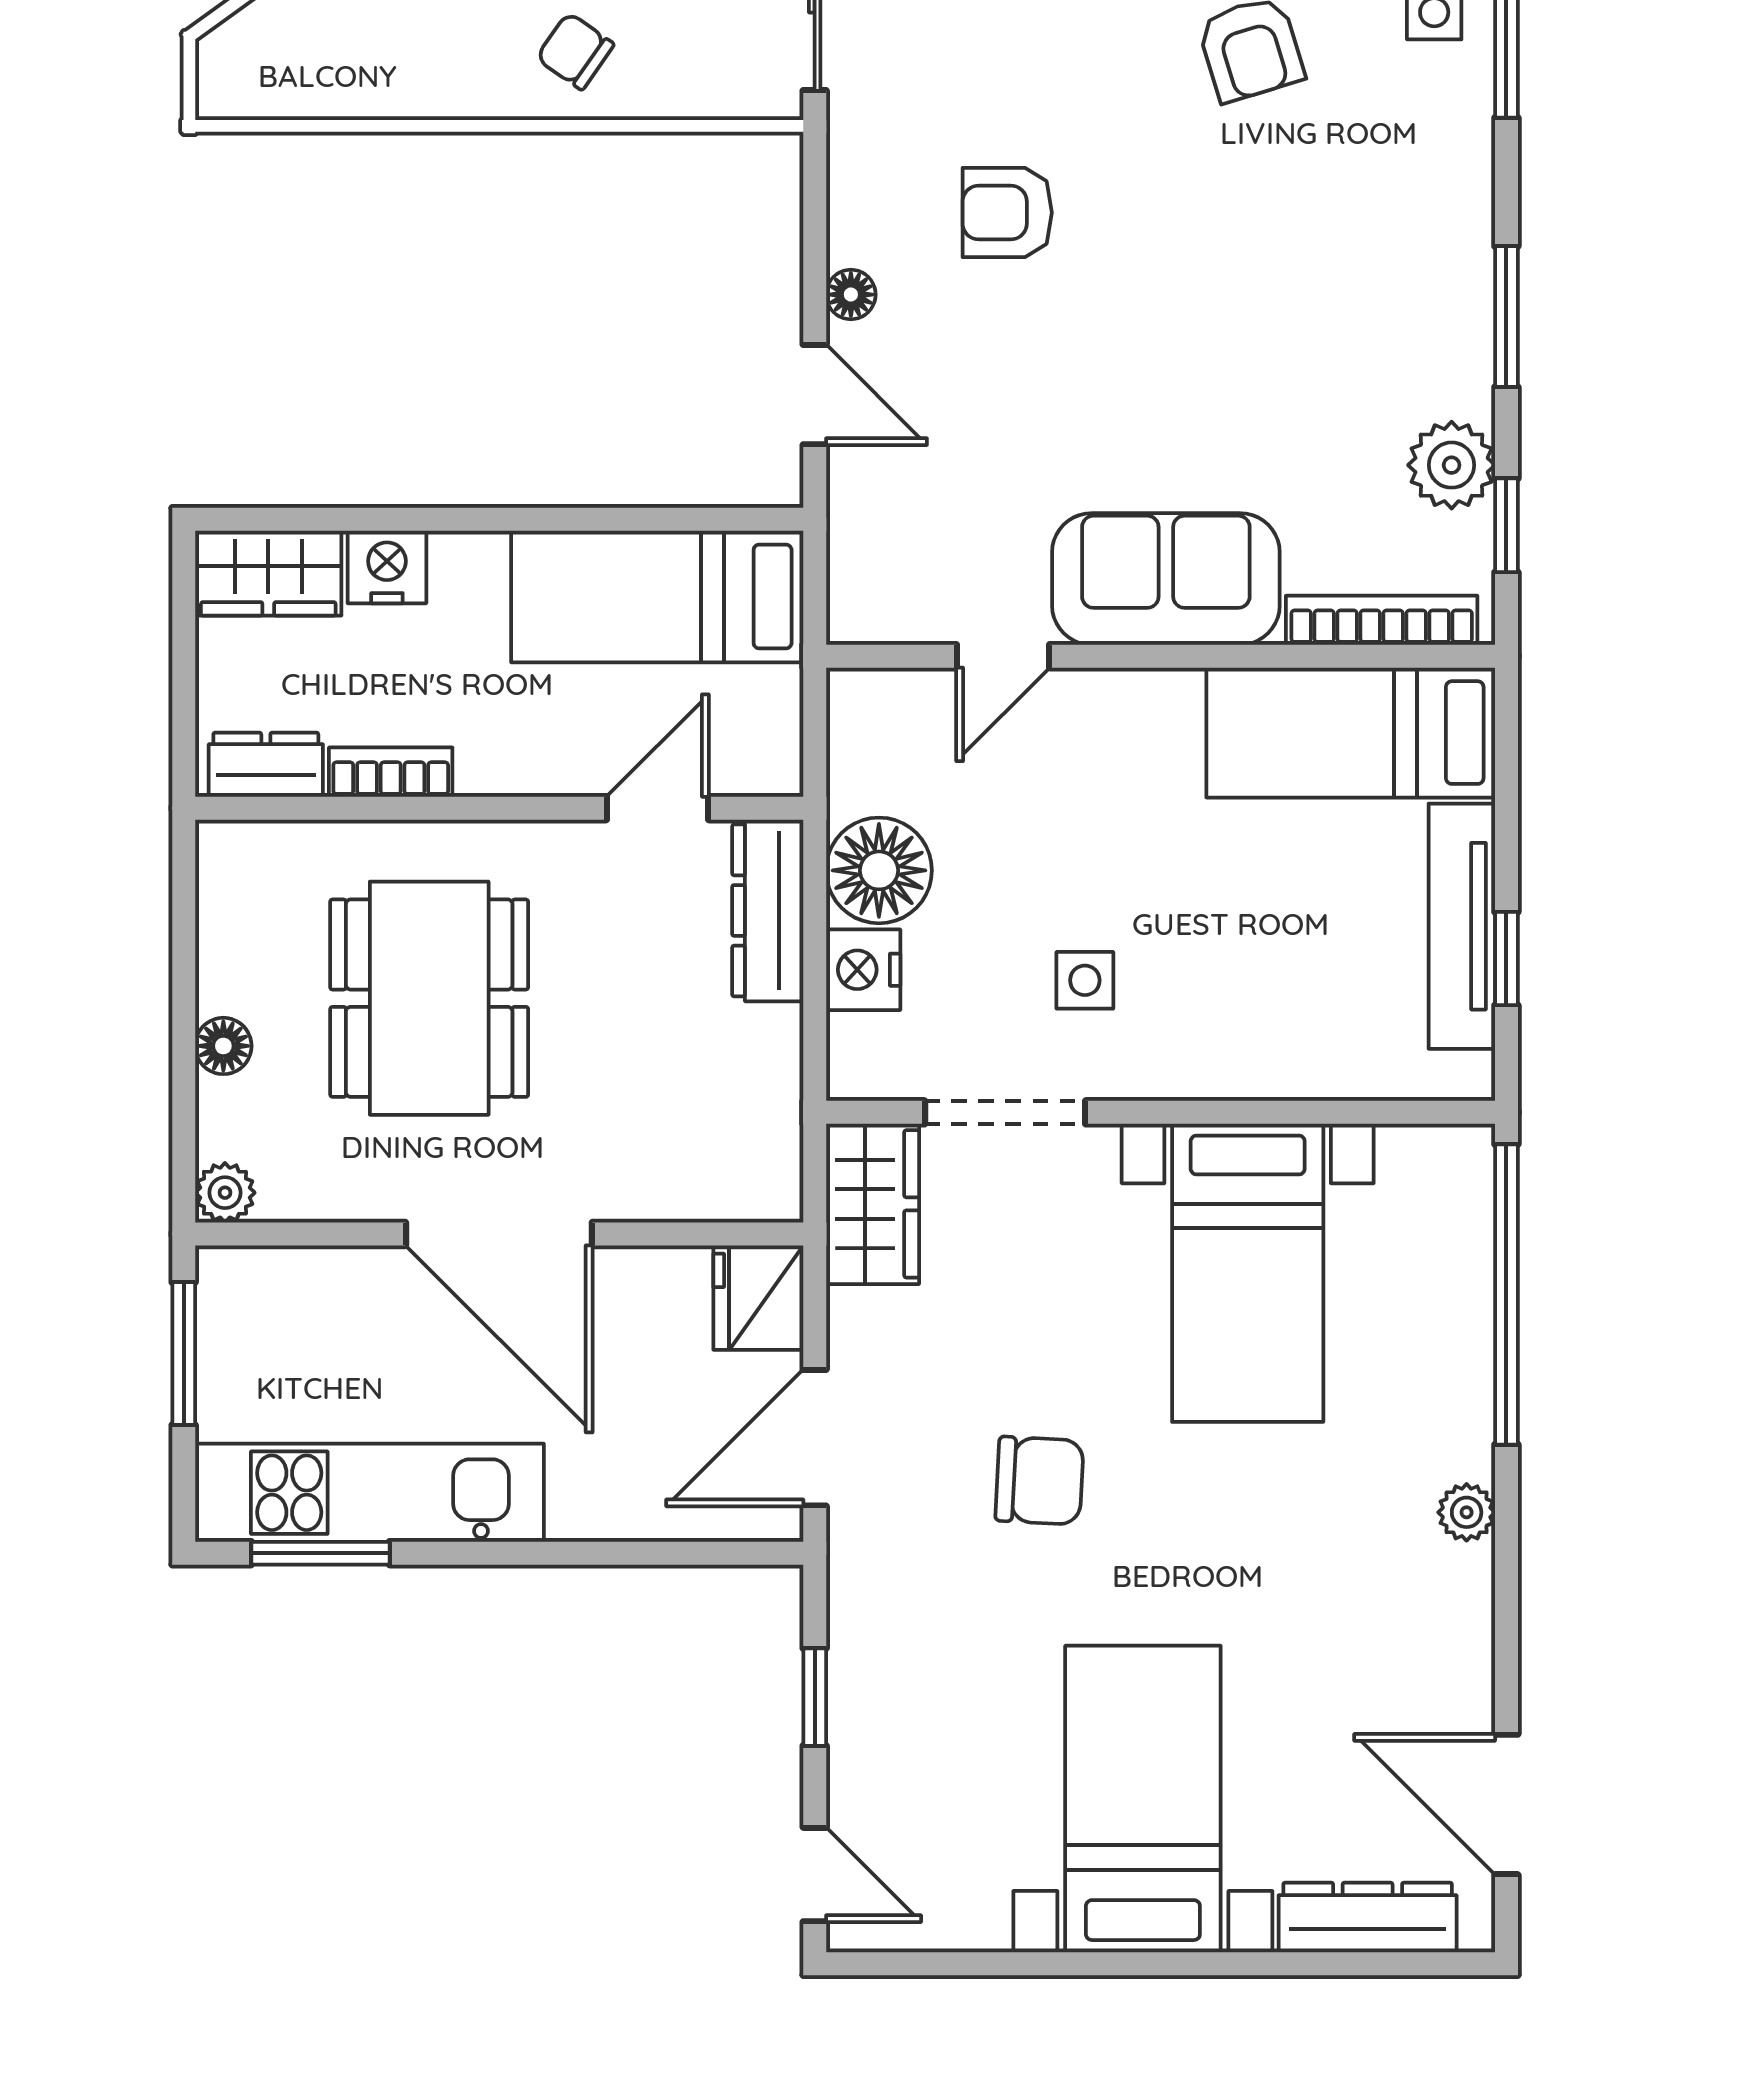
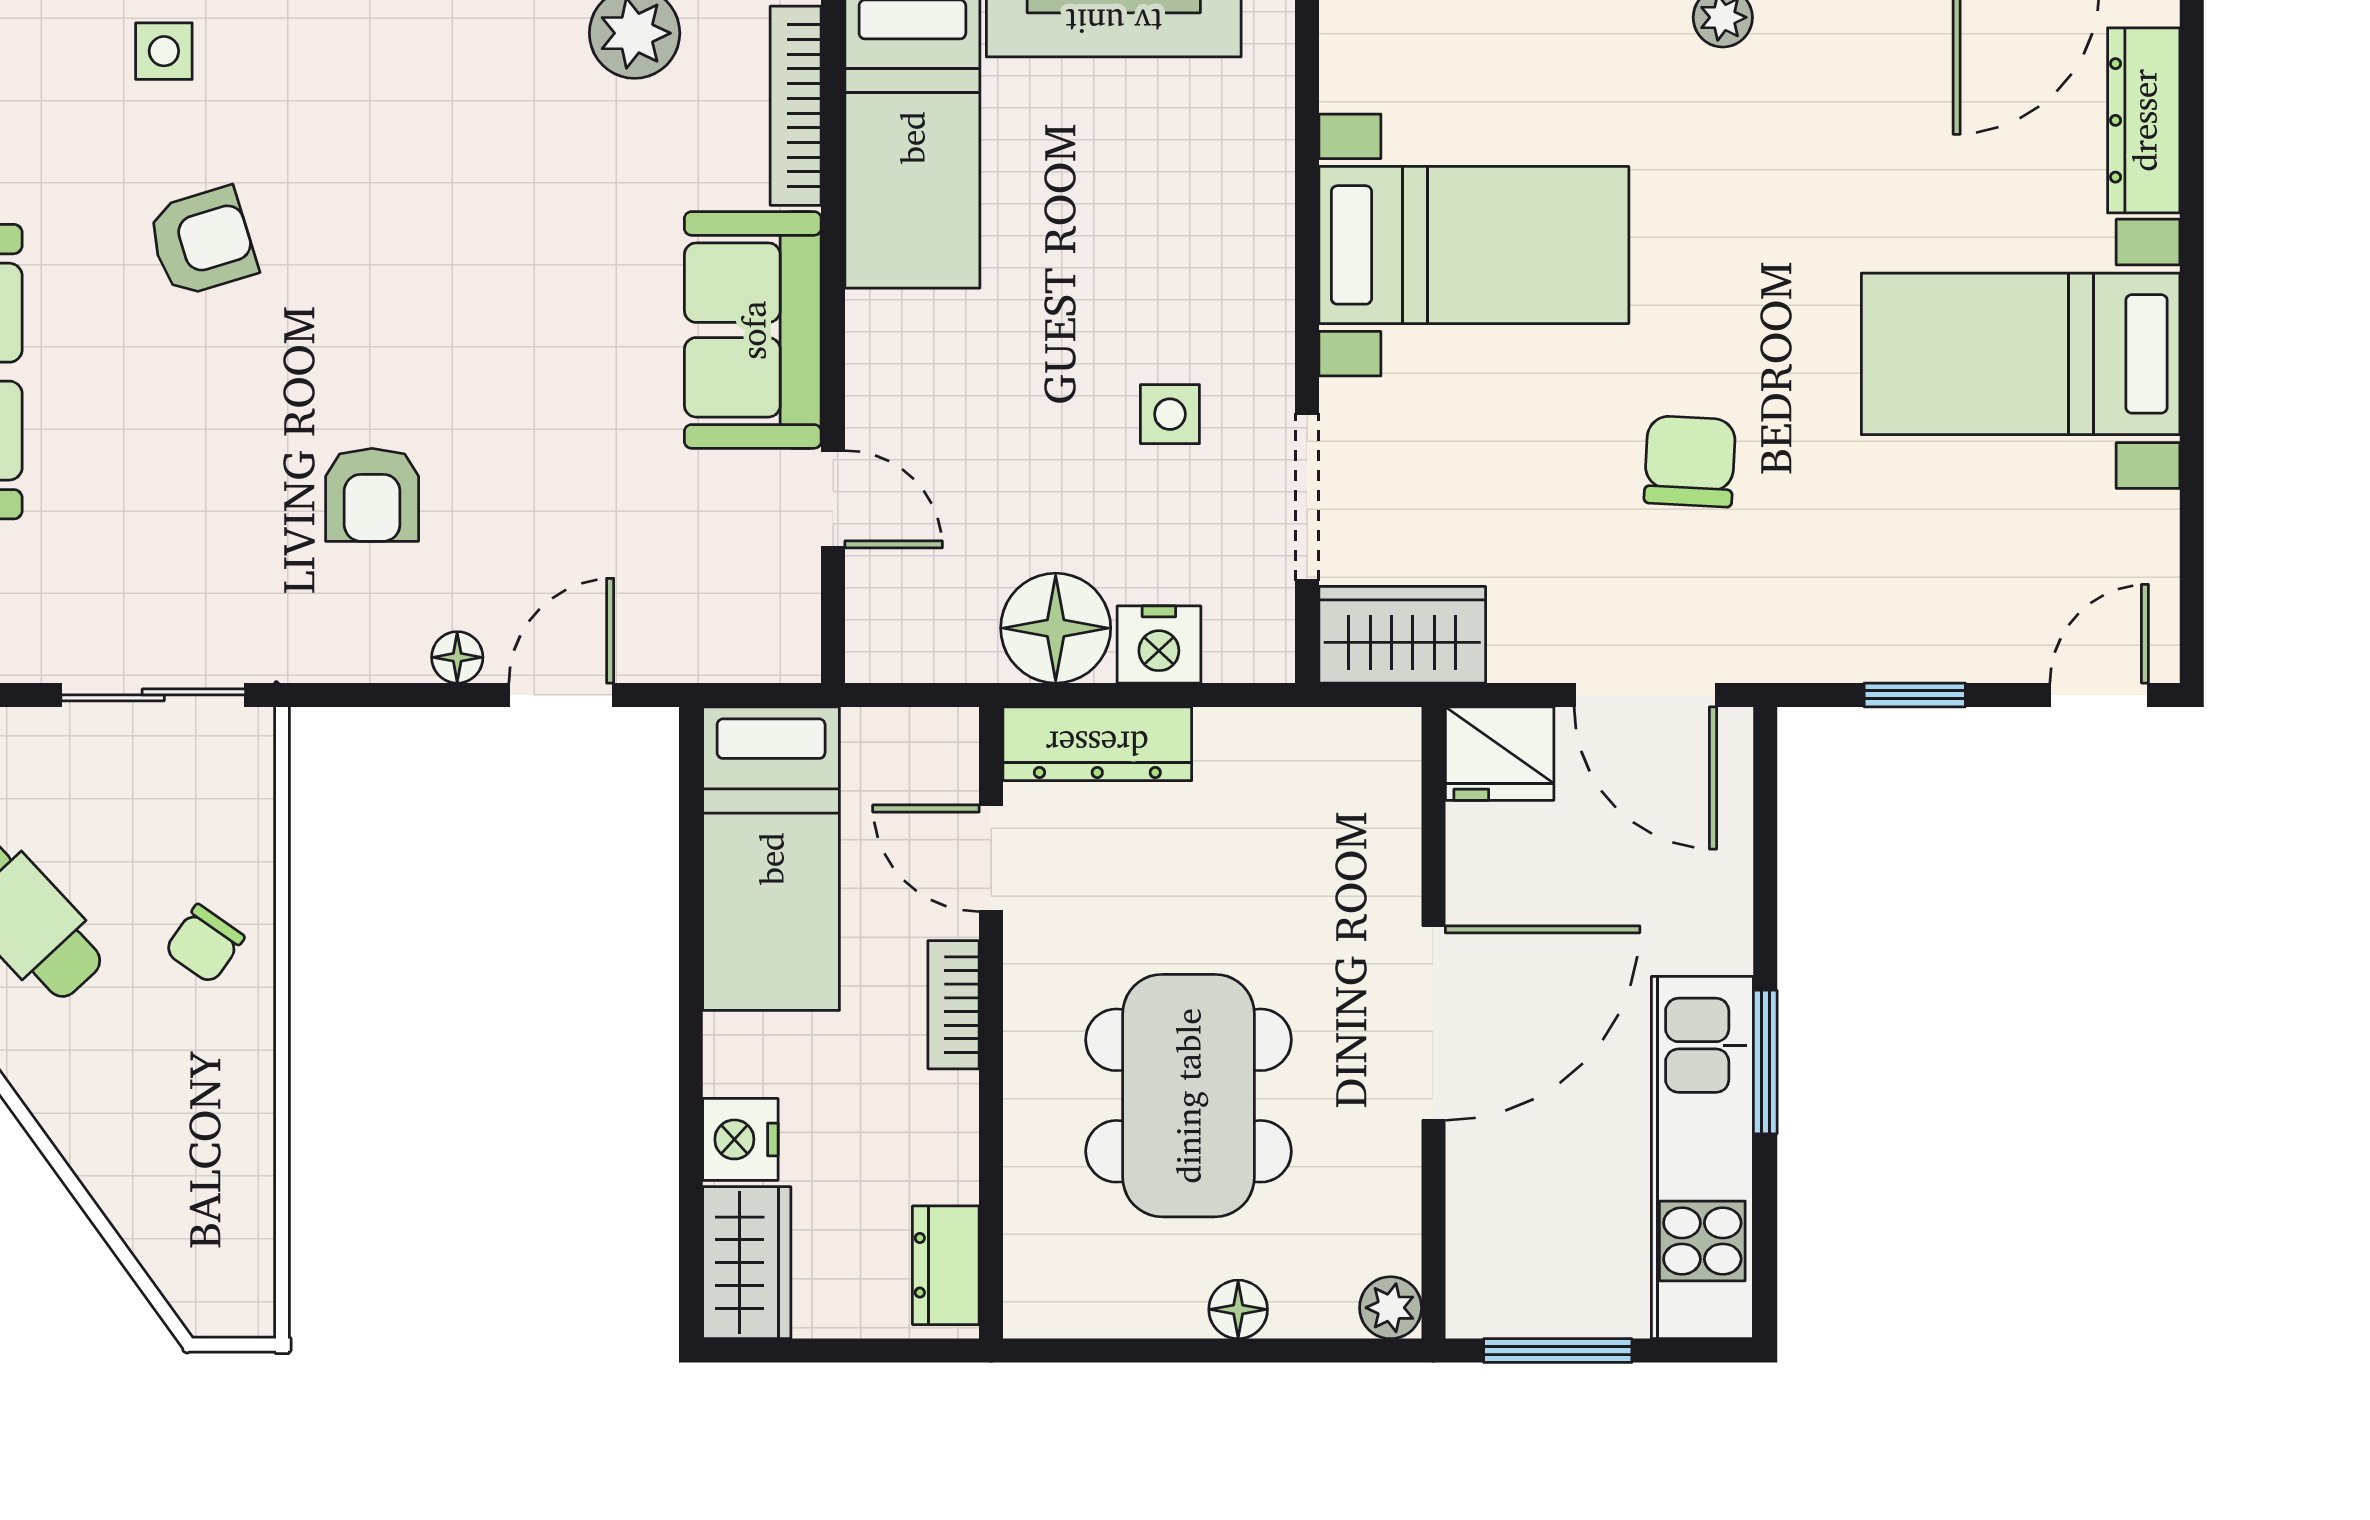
bookcase: (391, 772) -> (954, 1005), moved
dining table: (429, 998) -> (1188, 1096), turned 90
window: (320, 1553) -> (1765, 1062), moved

